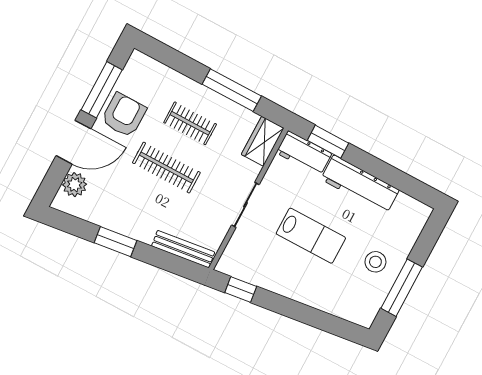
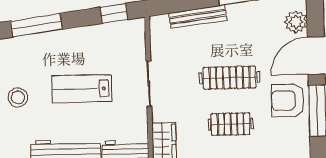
armchair: (124, 115) -> (288, 100), turned 90
bench: (183, 249) -> (198, 17), moved
window: (319, 320) -> (37, 25), added

